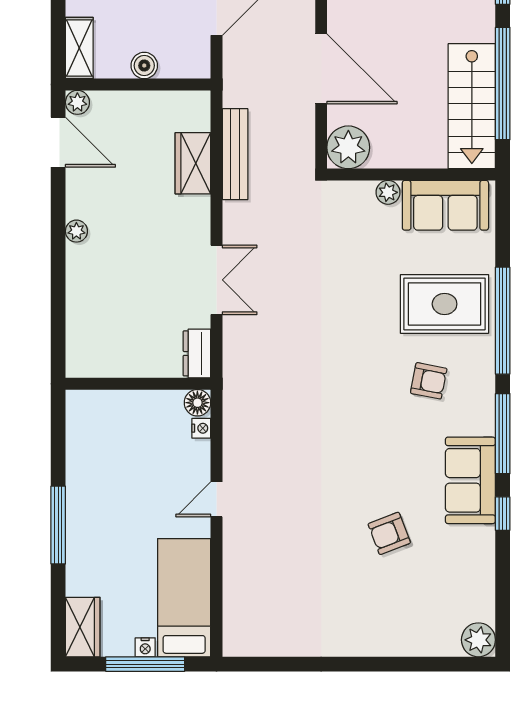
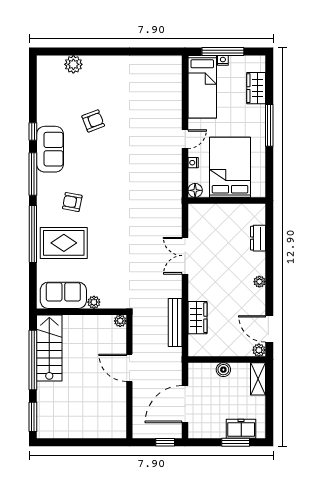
door: (321, 69) -> (129, 368), width x0.73
plant: (348, 147) -> (120, 321), width x0.53, depth x0.53
dresser: (197, 353) -> (258, 238), moved, turned 180
nightstand: (201, 428) -> (193, 163), moved
bed: (132, 446) -> (230, 167), added
wardrobe: (83, 627) -> (256, 88), moved
plant: (478, 640) -> (73, 64), moved

